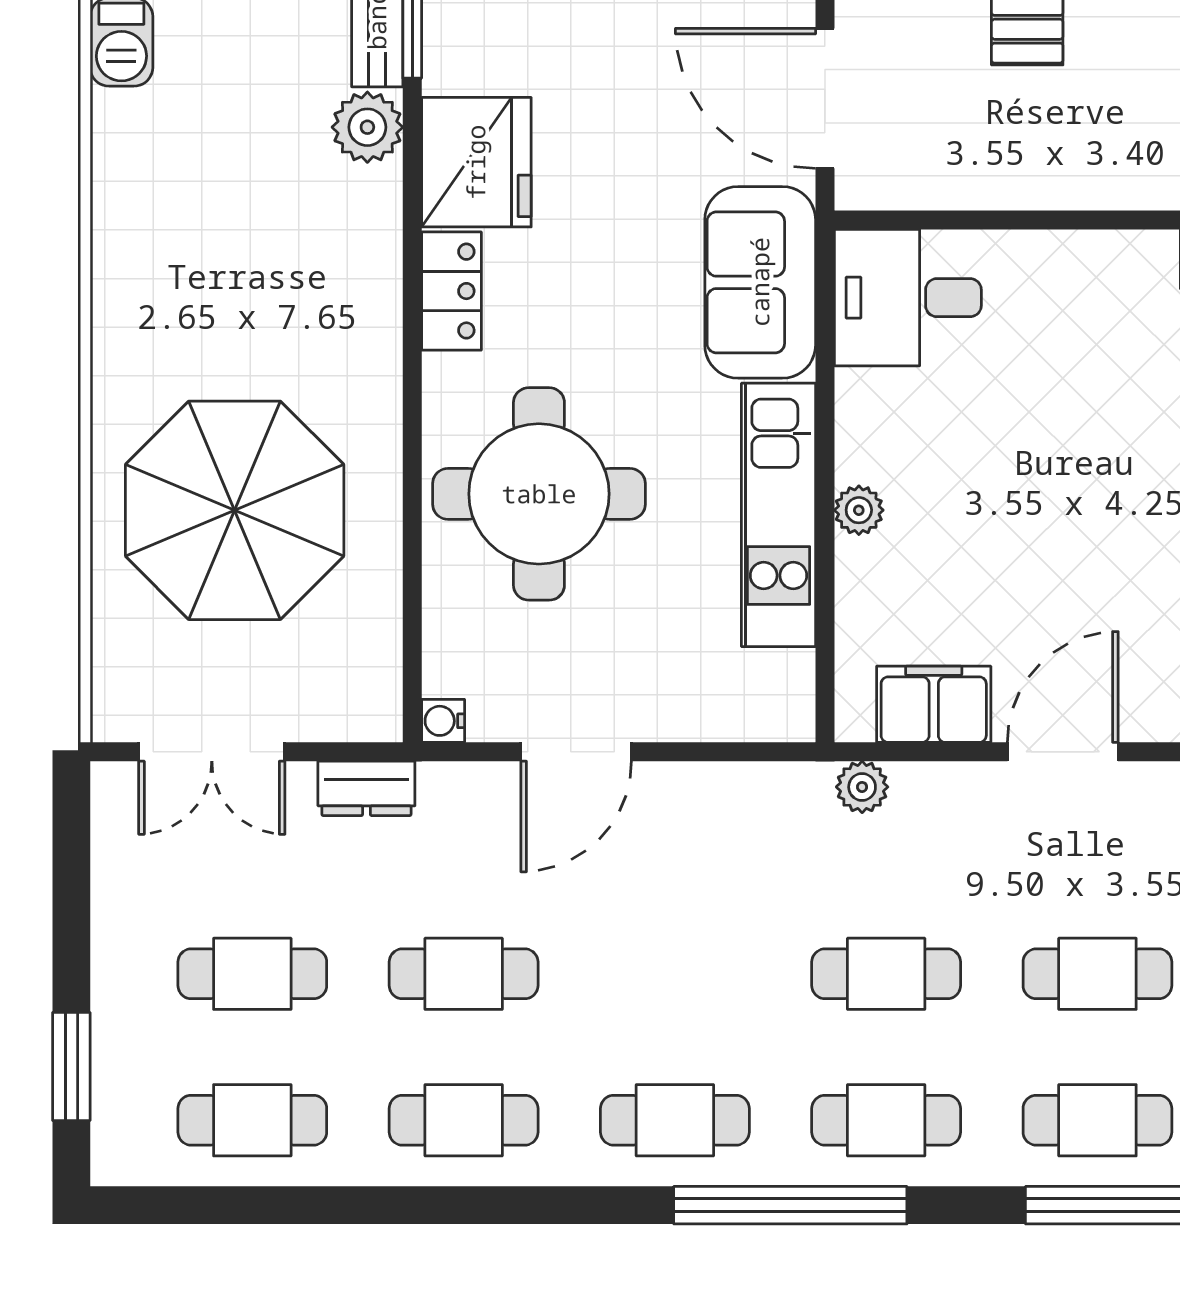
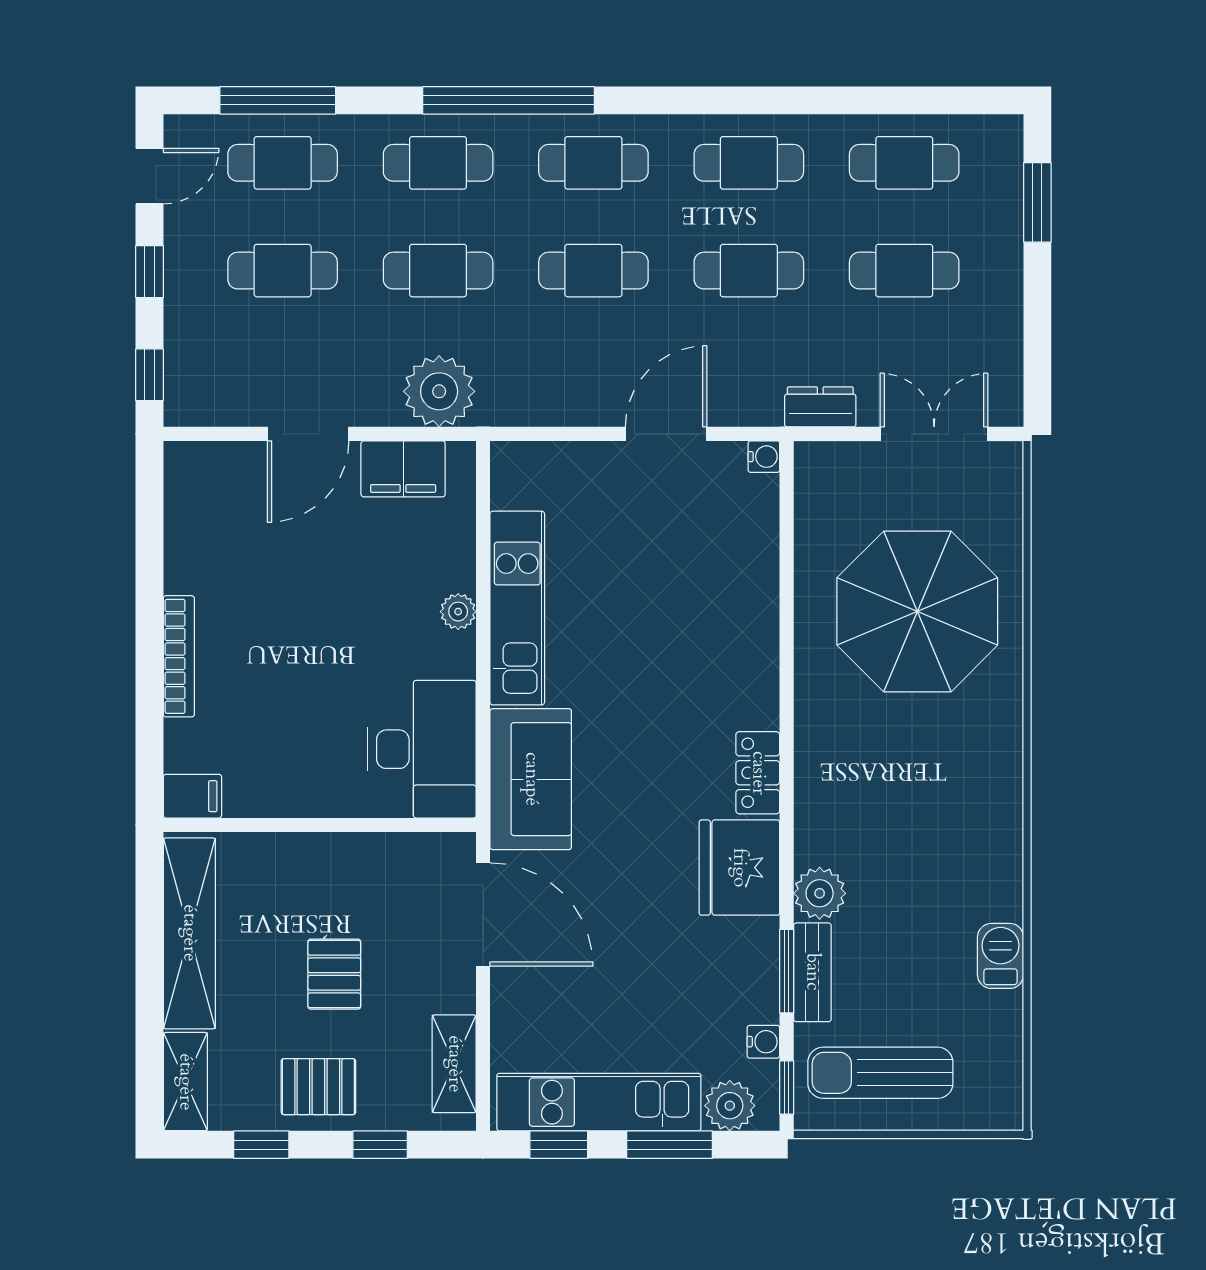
desk: (908, 298) -> (422, 749), width x1.37
round table: (539, 494) -> (693, 624), removed
plant: (862, 787) -> (439, 391), width x1.88, depth x1.88
cafe table: (675, 974) -> (593, 271), added

